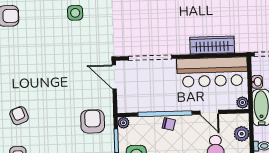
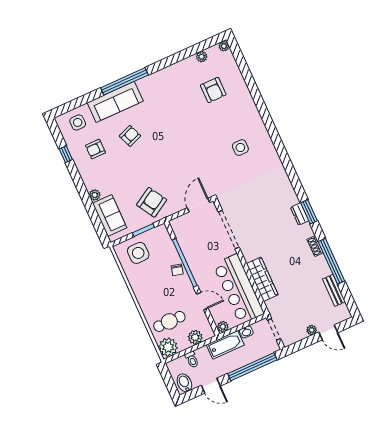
door: (209, 112) -> (202, 301), swing flipped
armchair: (93, 121) -> (152, 202), turned -31
plant: (123, 123) -> (162, 230), removed

